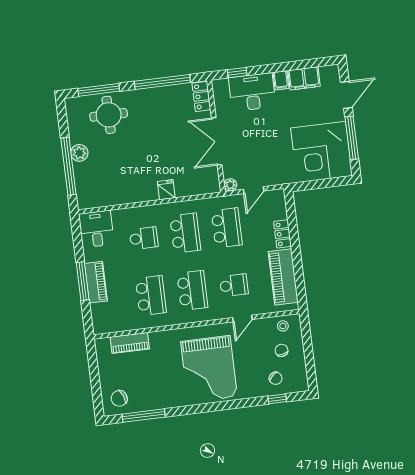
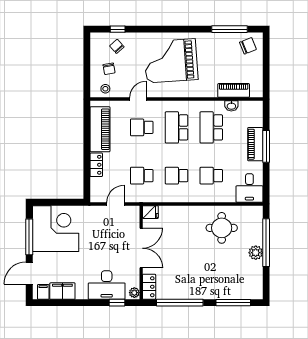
filing cabinet: (281, 80) -> (43, 292), moved
round table: (109, 115) -> (222, 228), moved
plant: (230, 185) -> (134, 293), moved
fridge: (166, 190) -> (150, 212), moved, turned -90
school desk: (227, 228) -> (142, 176), width x0.54
school desk: (185, 233) -> (177, 176), width x0.54
washbasin: (130, 324) -> (231, 106), added
grand piano: (209, 369) -> (171, 61), turned -94

